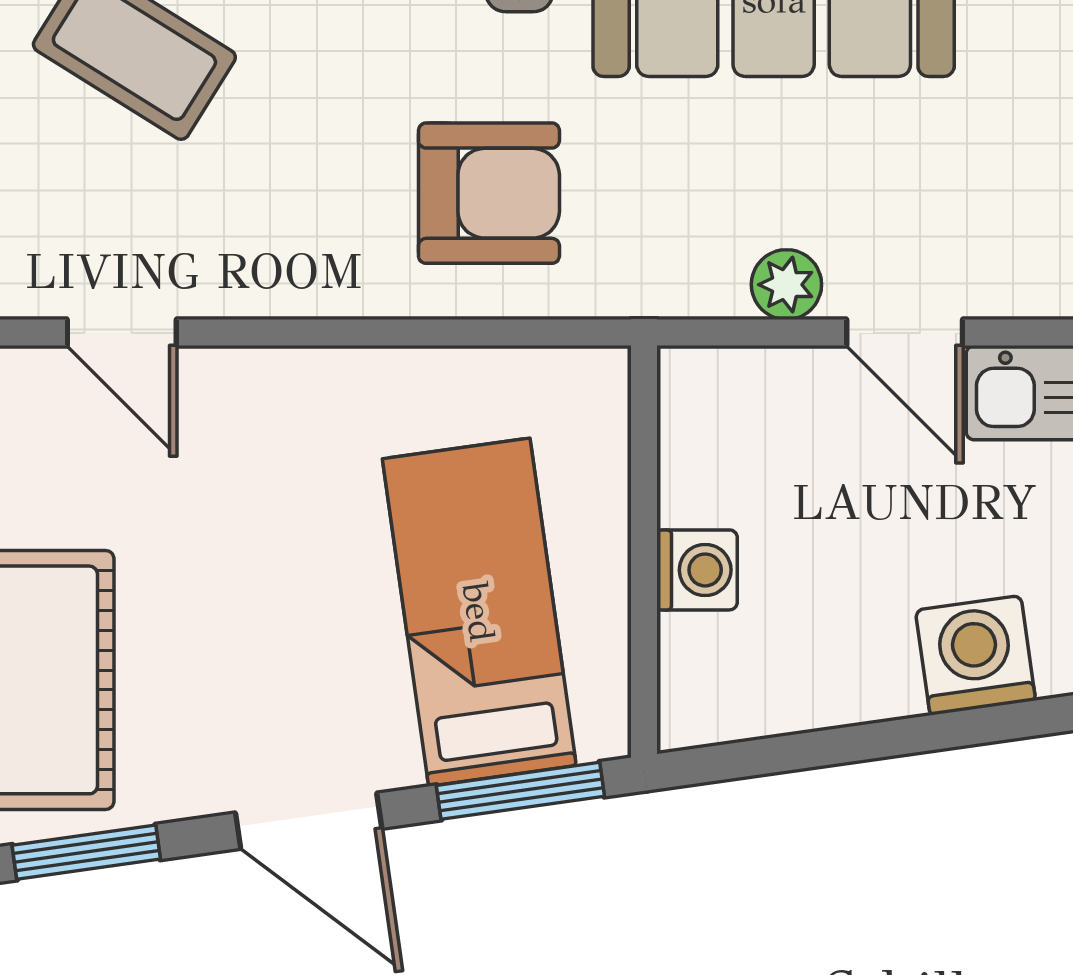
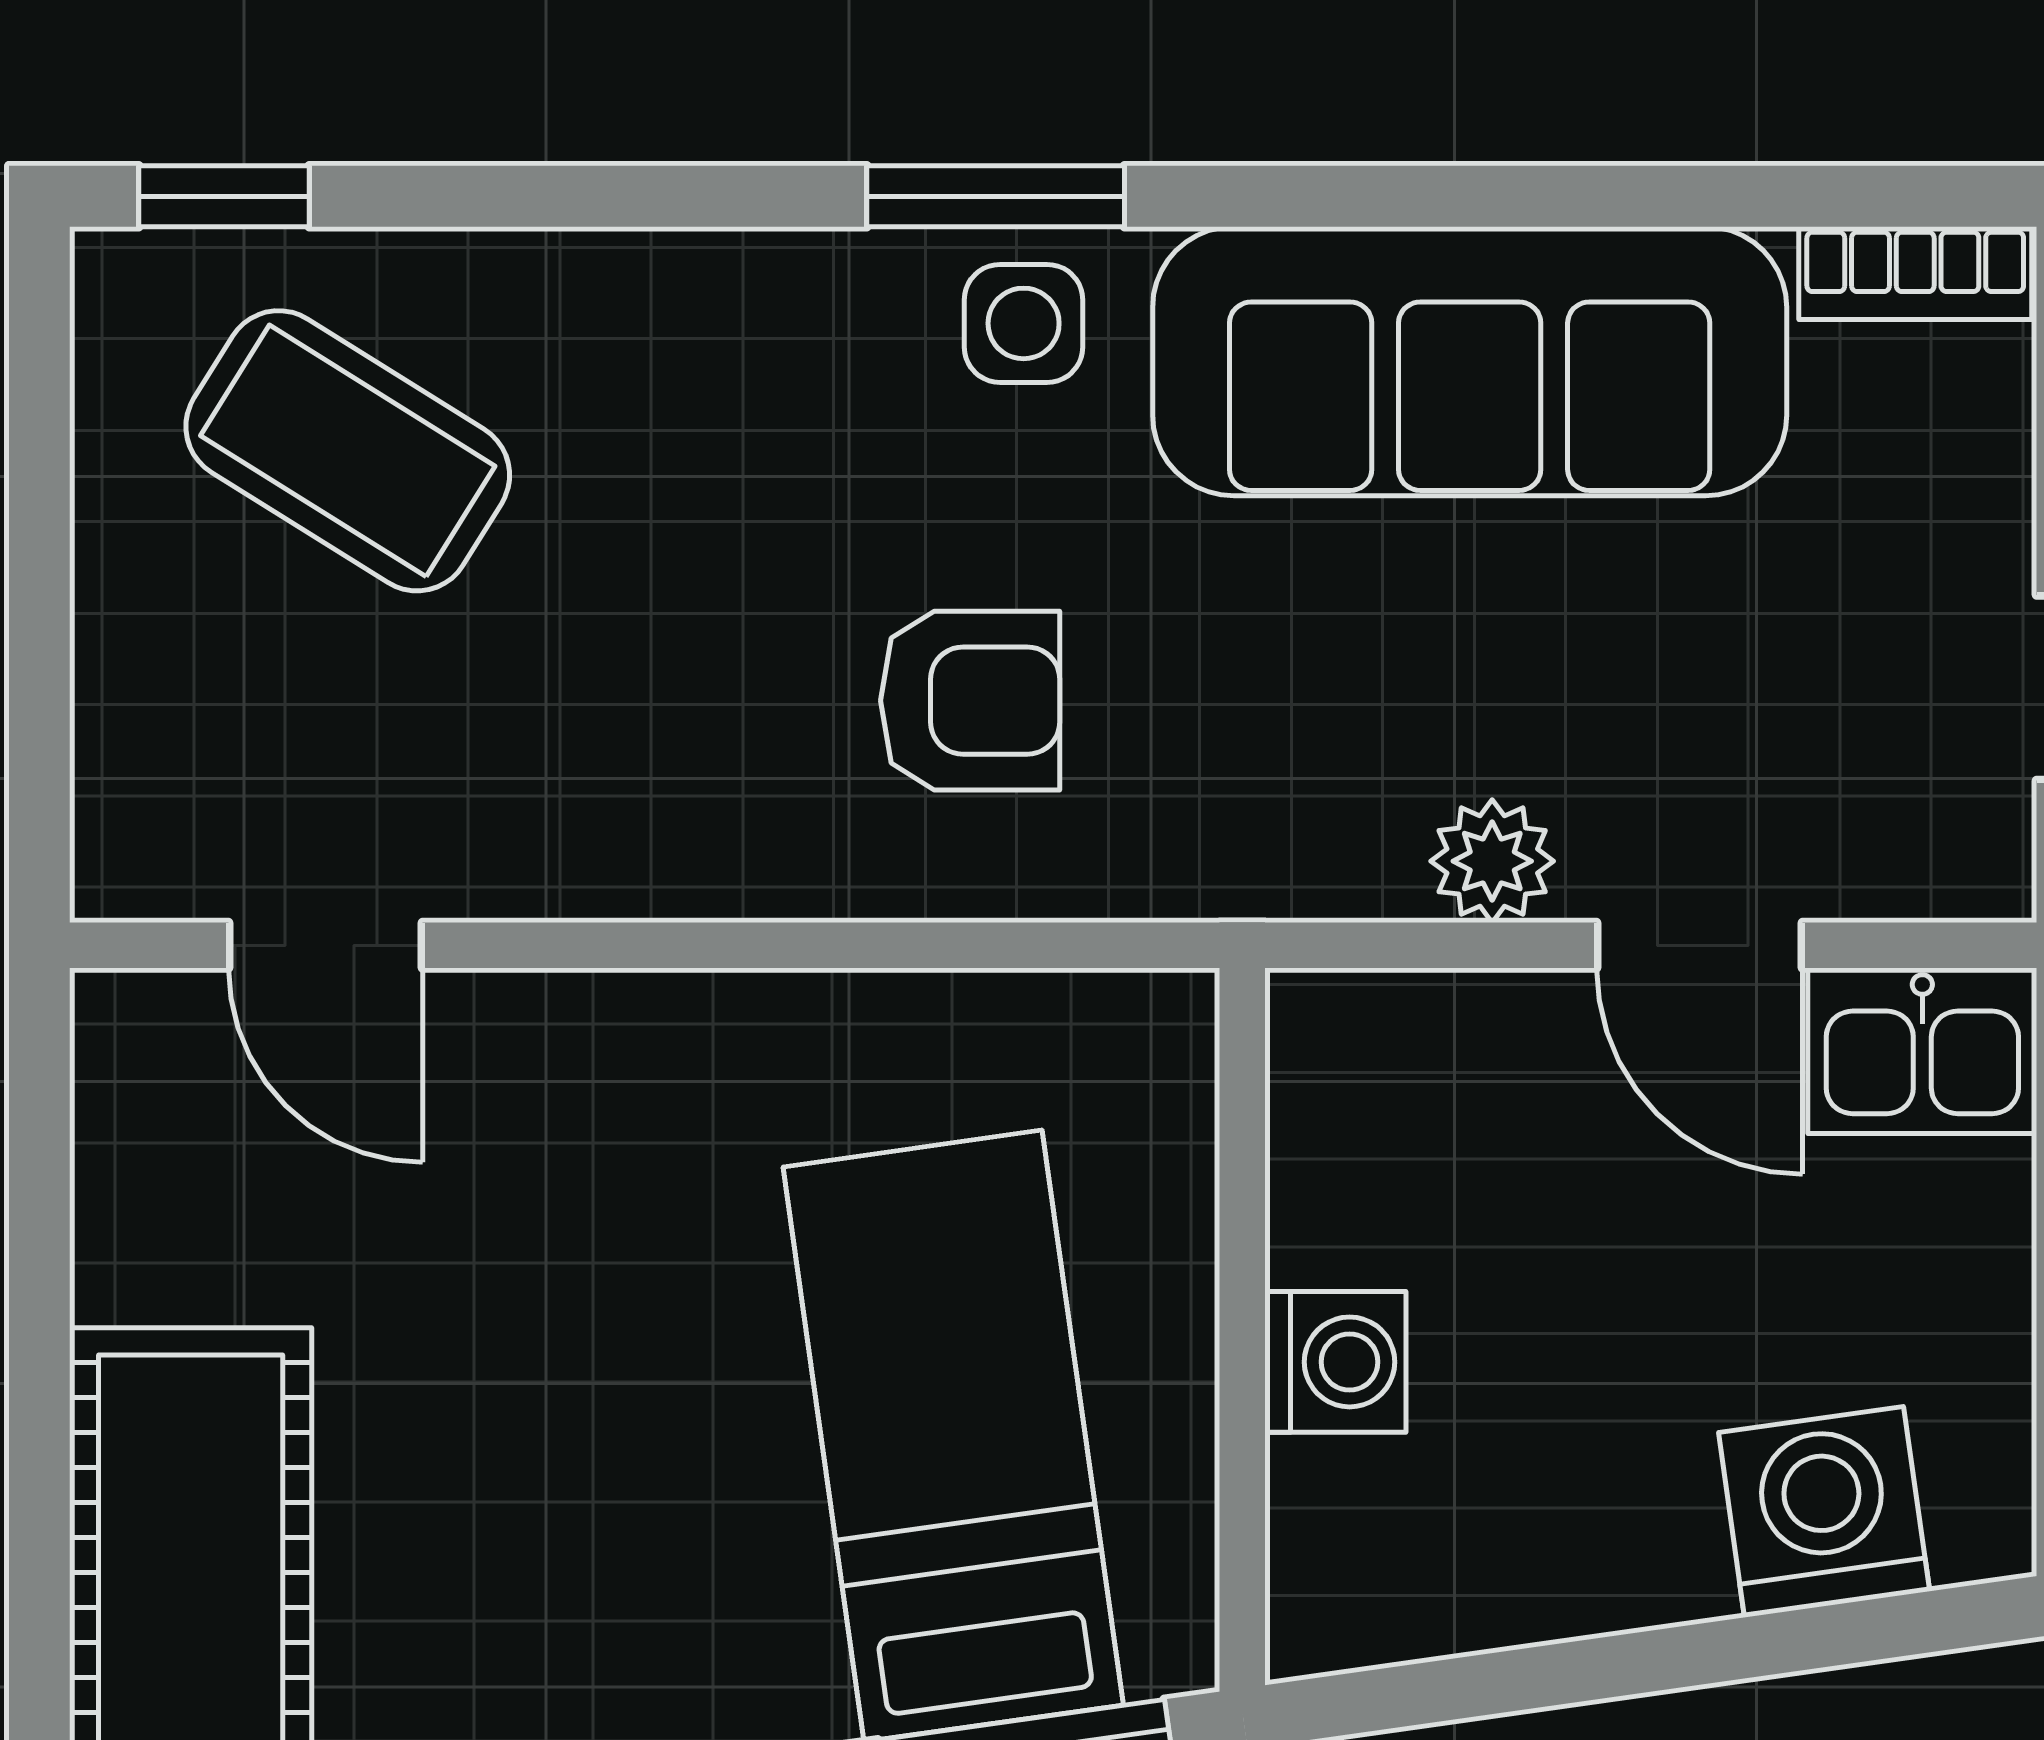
armchair: (489, 193) -> (970, 701), width x0.72, depth x0.72

